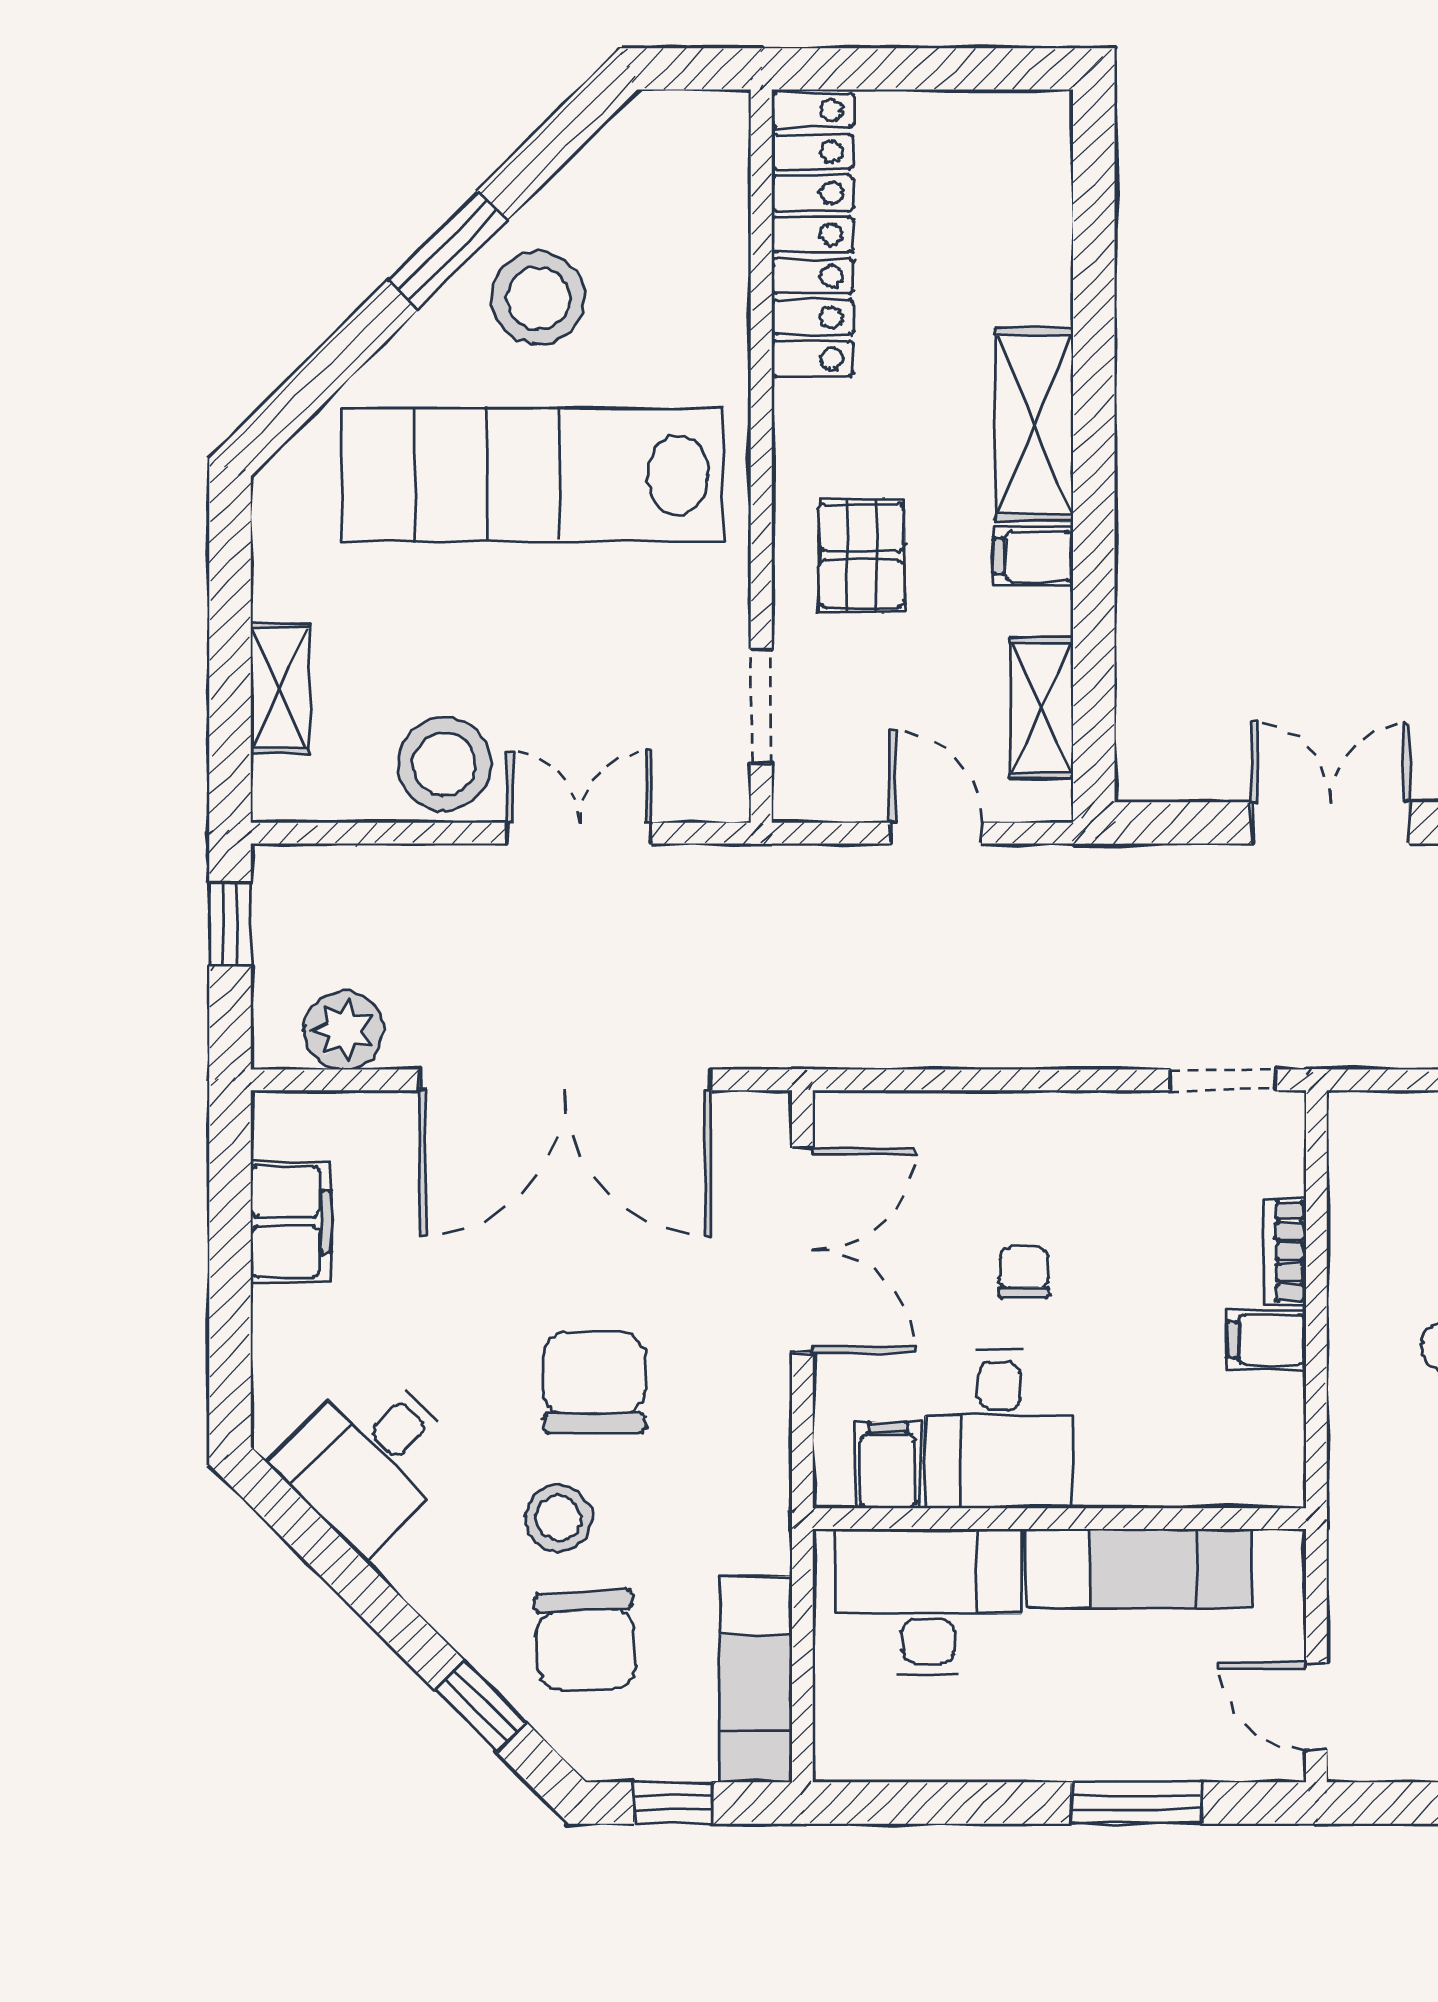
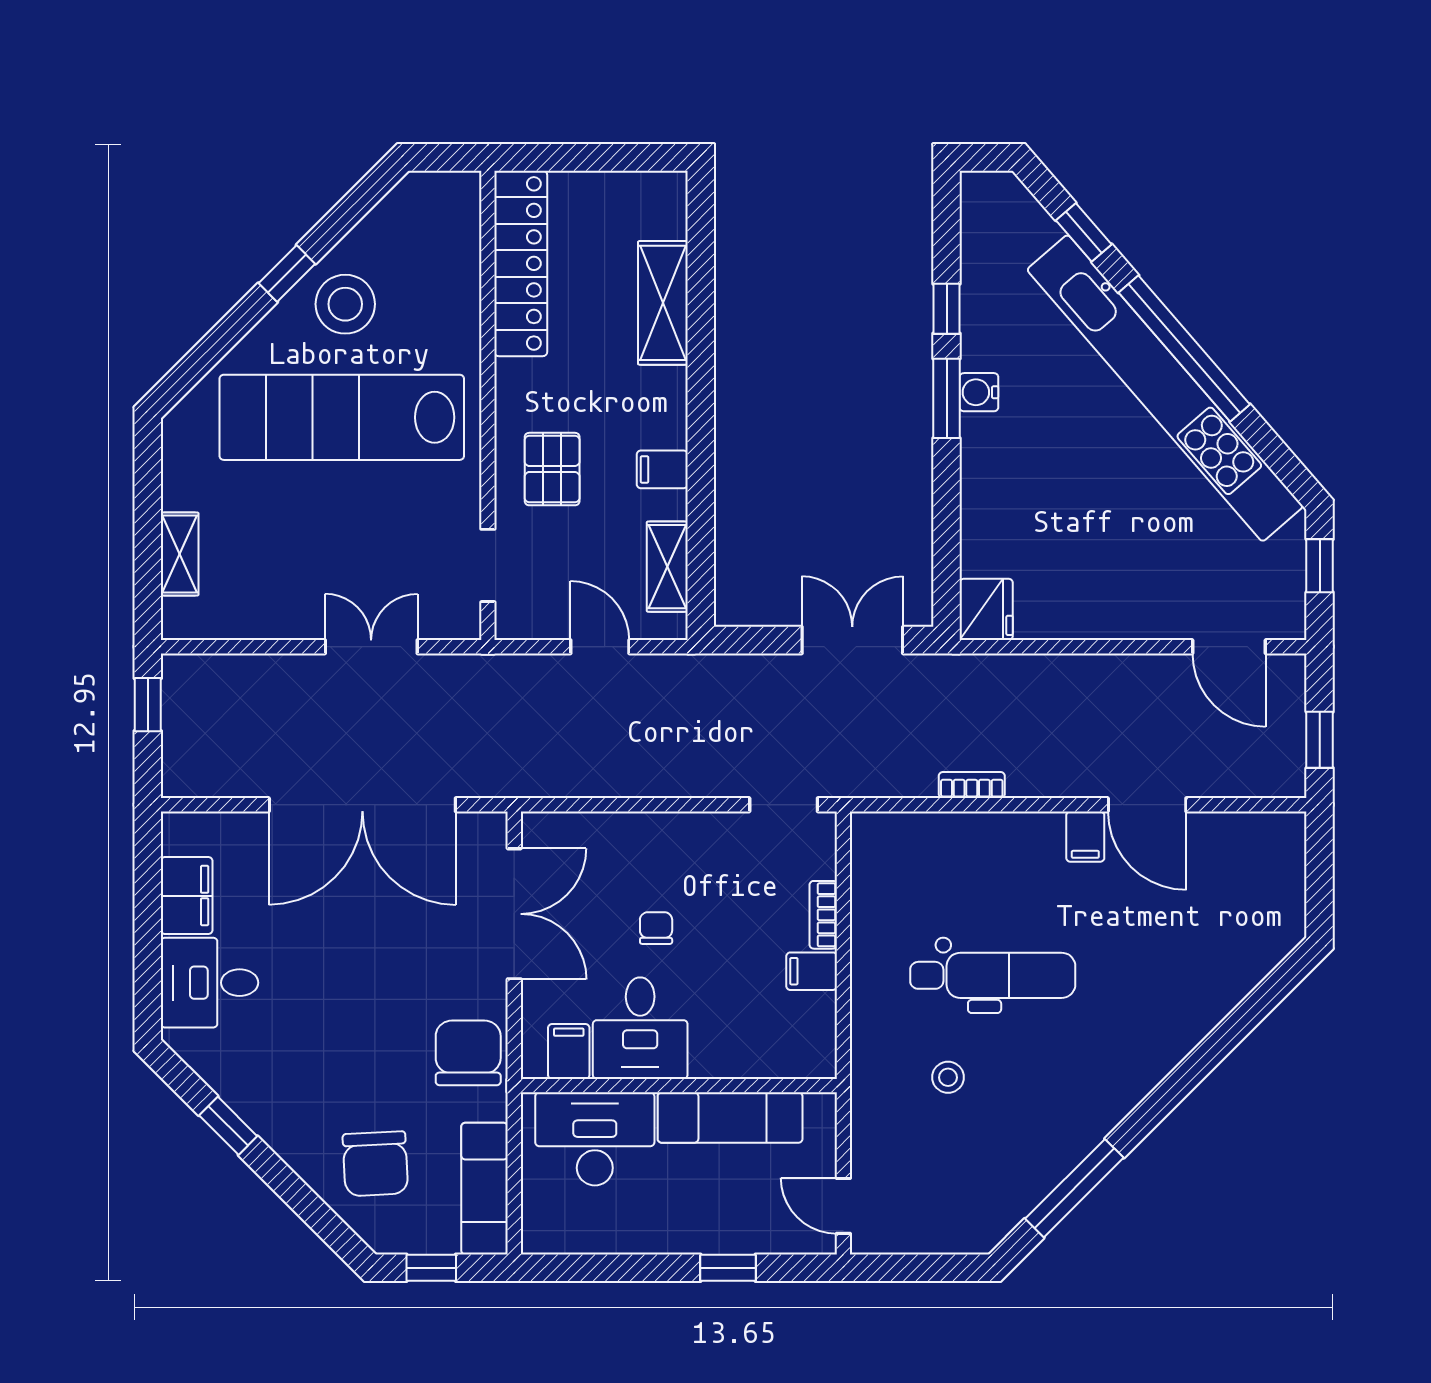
window: (447, 250) -> (287, 274), width x0.67
shelving: (1034, 424) -> (663, 303), moved
stool: (444, 764) -> (285, 603), removed
plant: (344, 1030) -> (221, 773), removed
chair: (594, 1382) -> (468, 1053), moved
desk: (369, 1458) -> (209, 983), moved, turned 45
stool: (558, 1518) -> (358, 1085), removed
window: (481, 1706) -> (228, 1126), moved
window: (1136, 1803) -> (728, 1268), width x0.67

